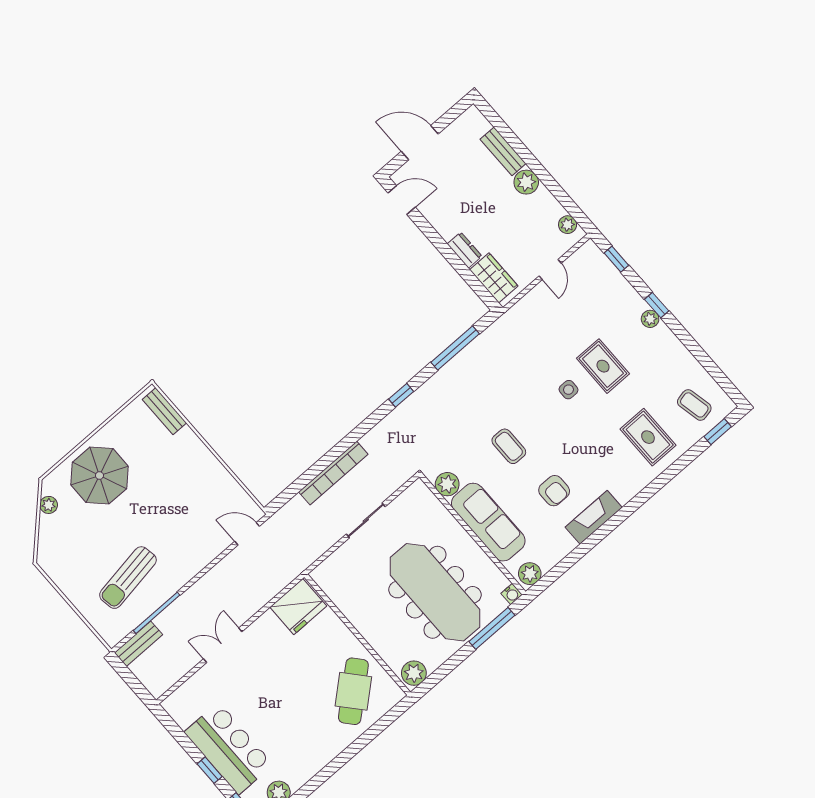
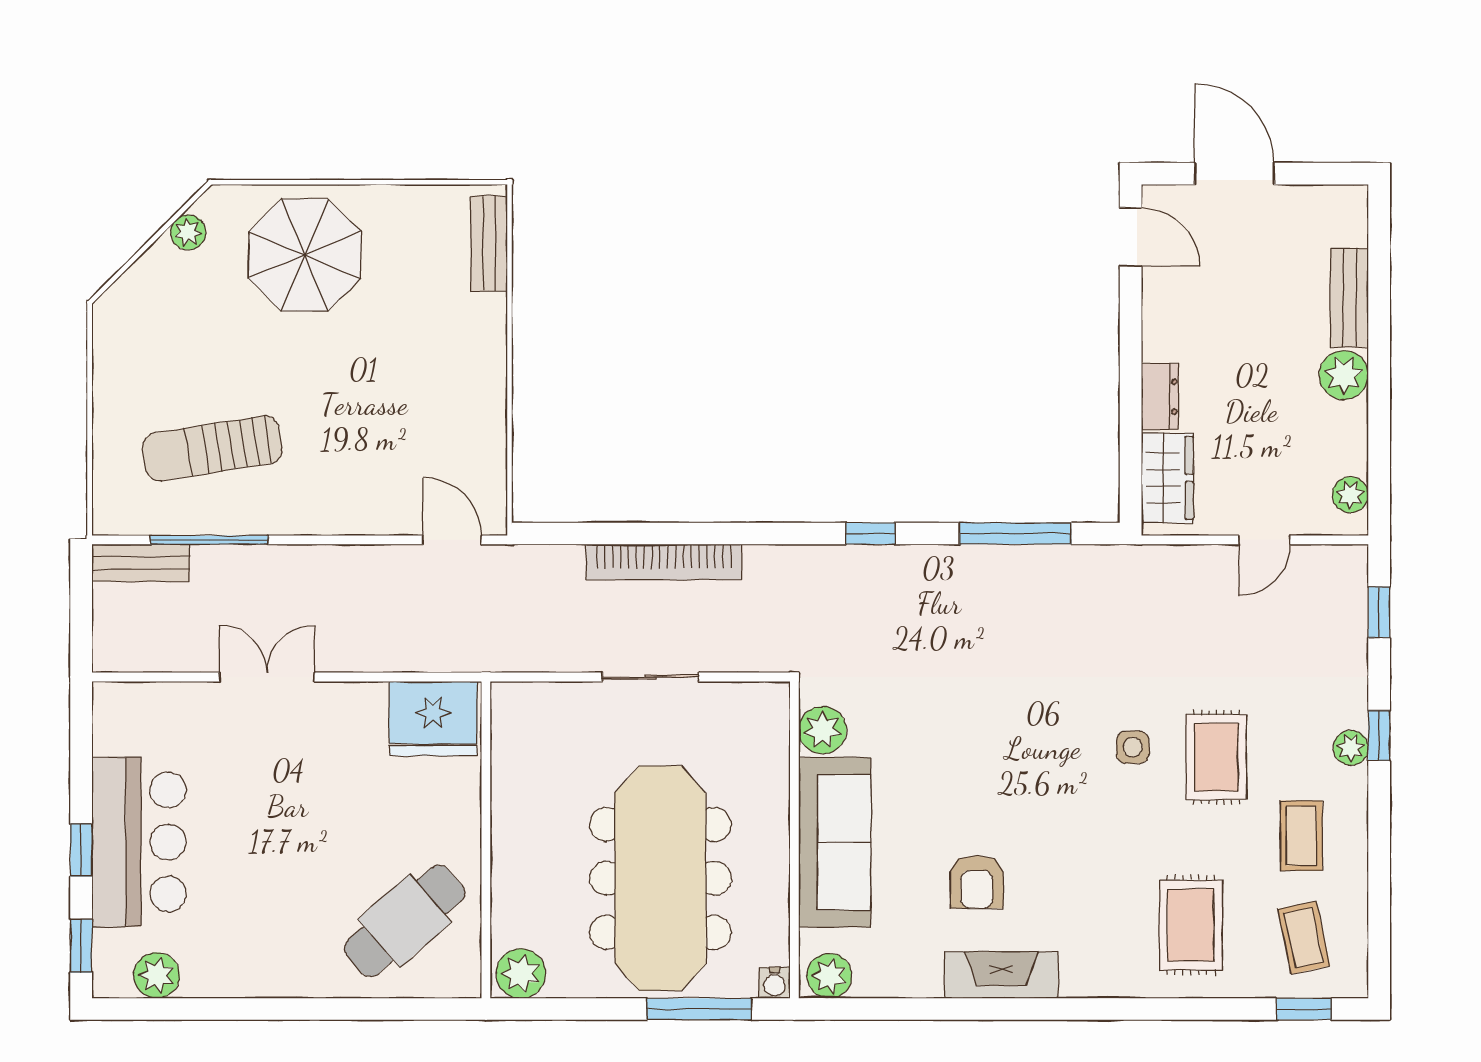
coffee table: (509, 446) -> (1301, 836), moved

